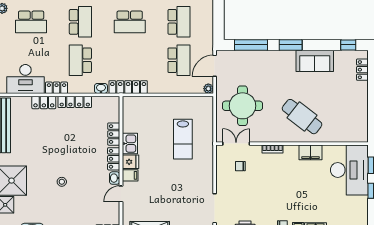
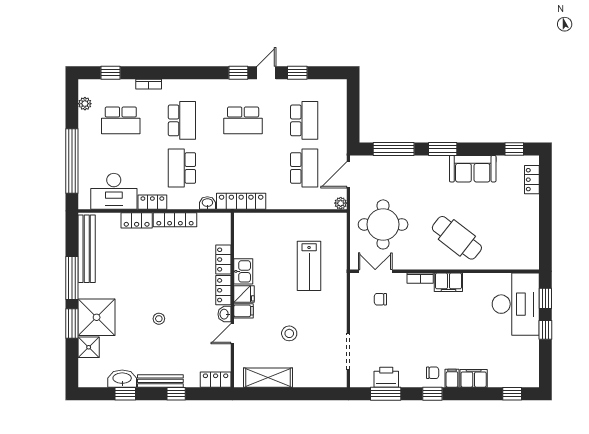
filing cabinet: (310, 152) -> (448, 282), moved
stool: (167, 194) -> (289, 333), added

